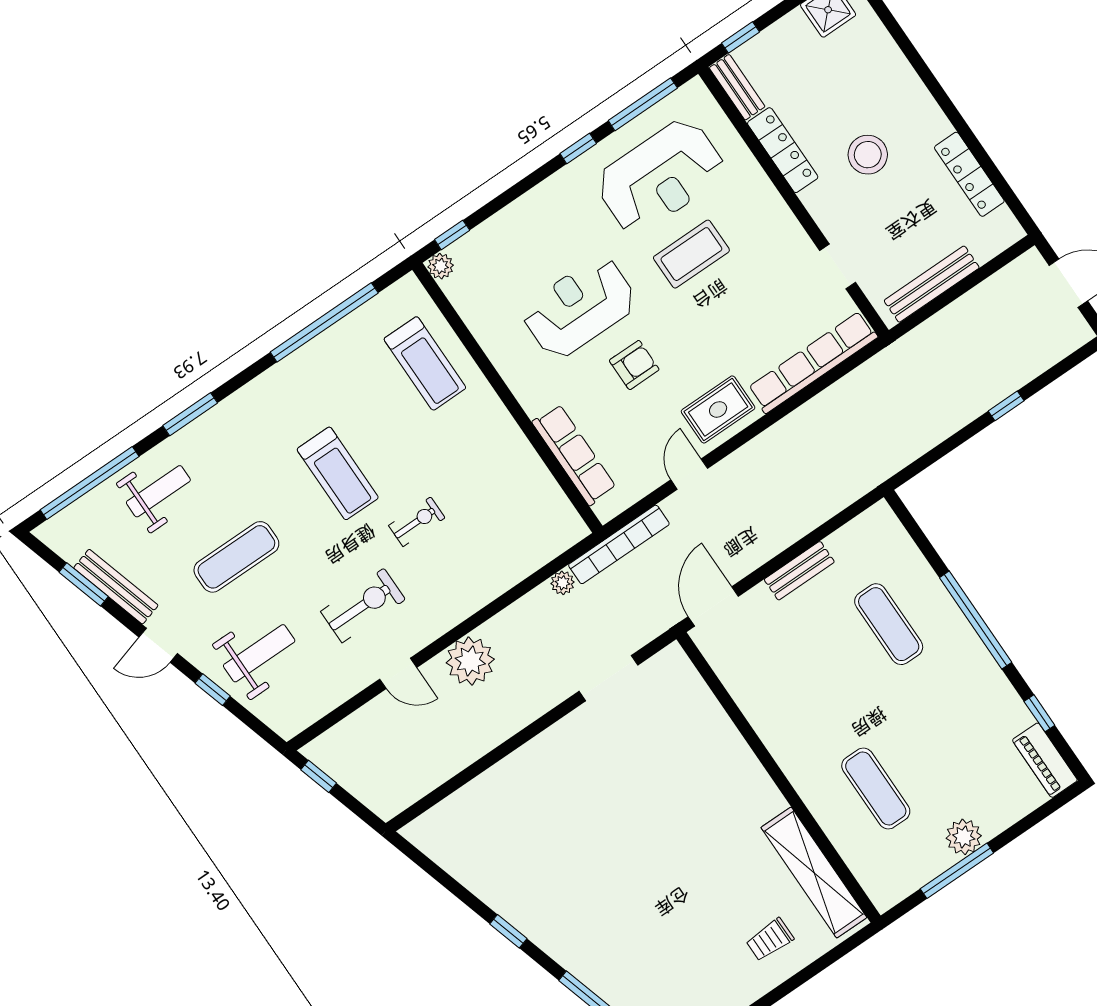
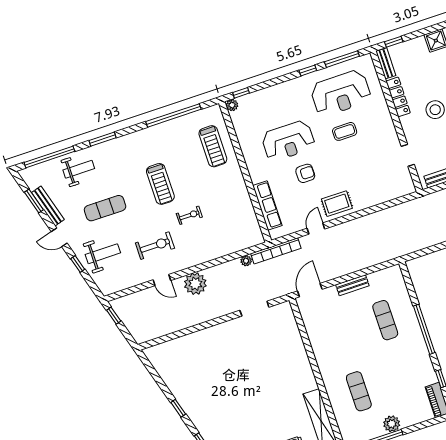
coffee table: (691, 254) -> (345, 131), width x0.73, depth x0.77
reception desk: (579, 307) -> (288, 141), turned 180
row of seats: (813, 362) -> (385, 195), removed

